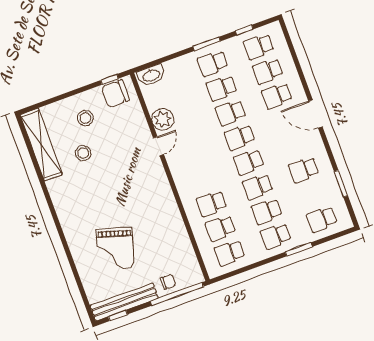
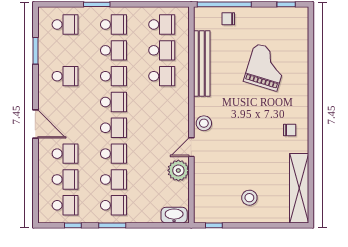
chair: (115, 94) -> (290, 130), moved, width x0.54, depth x0.54
stool: (83, 153) -> (204, 123), moved
bench: (124, 302) -> (202, 63), moved, turned 90

